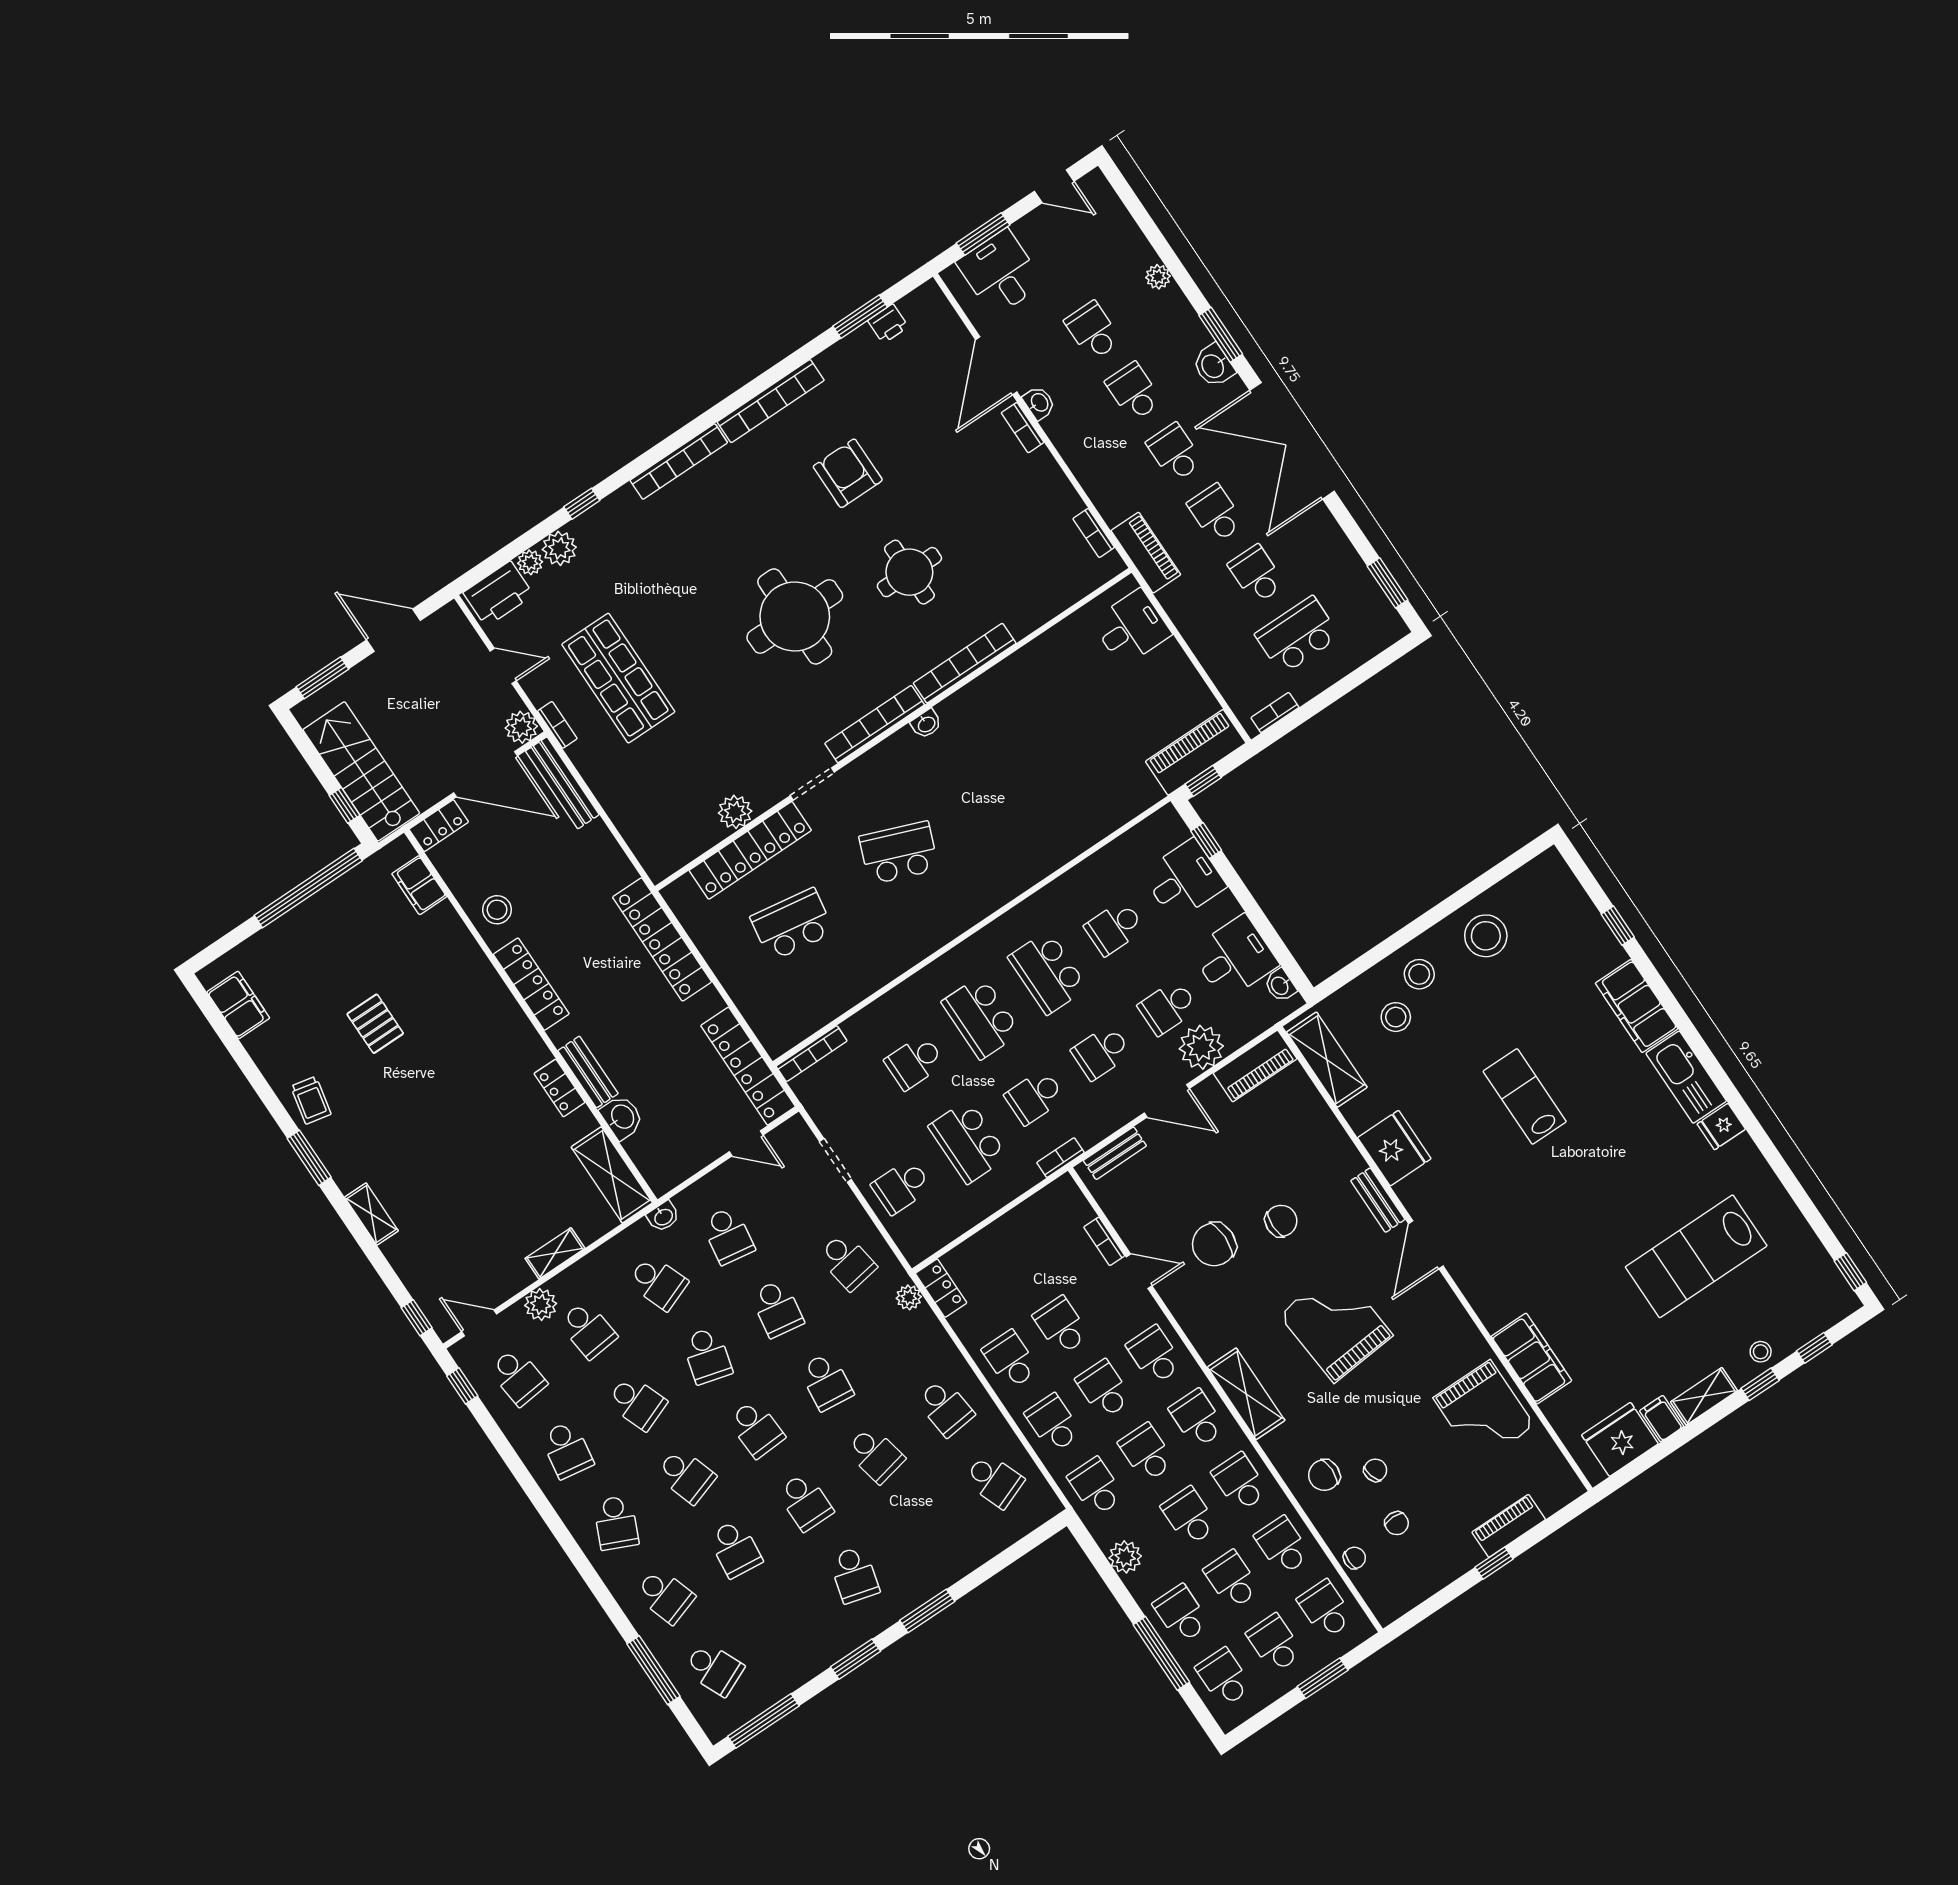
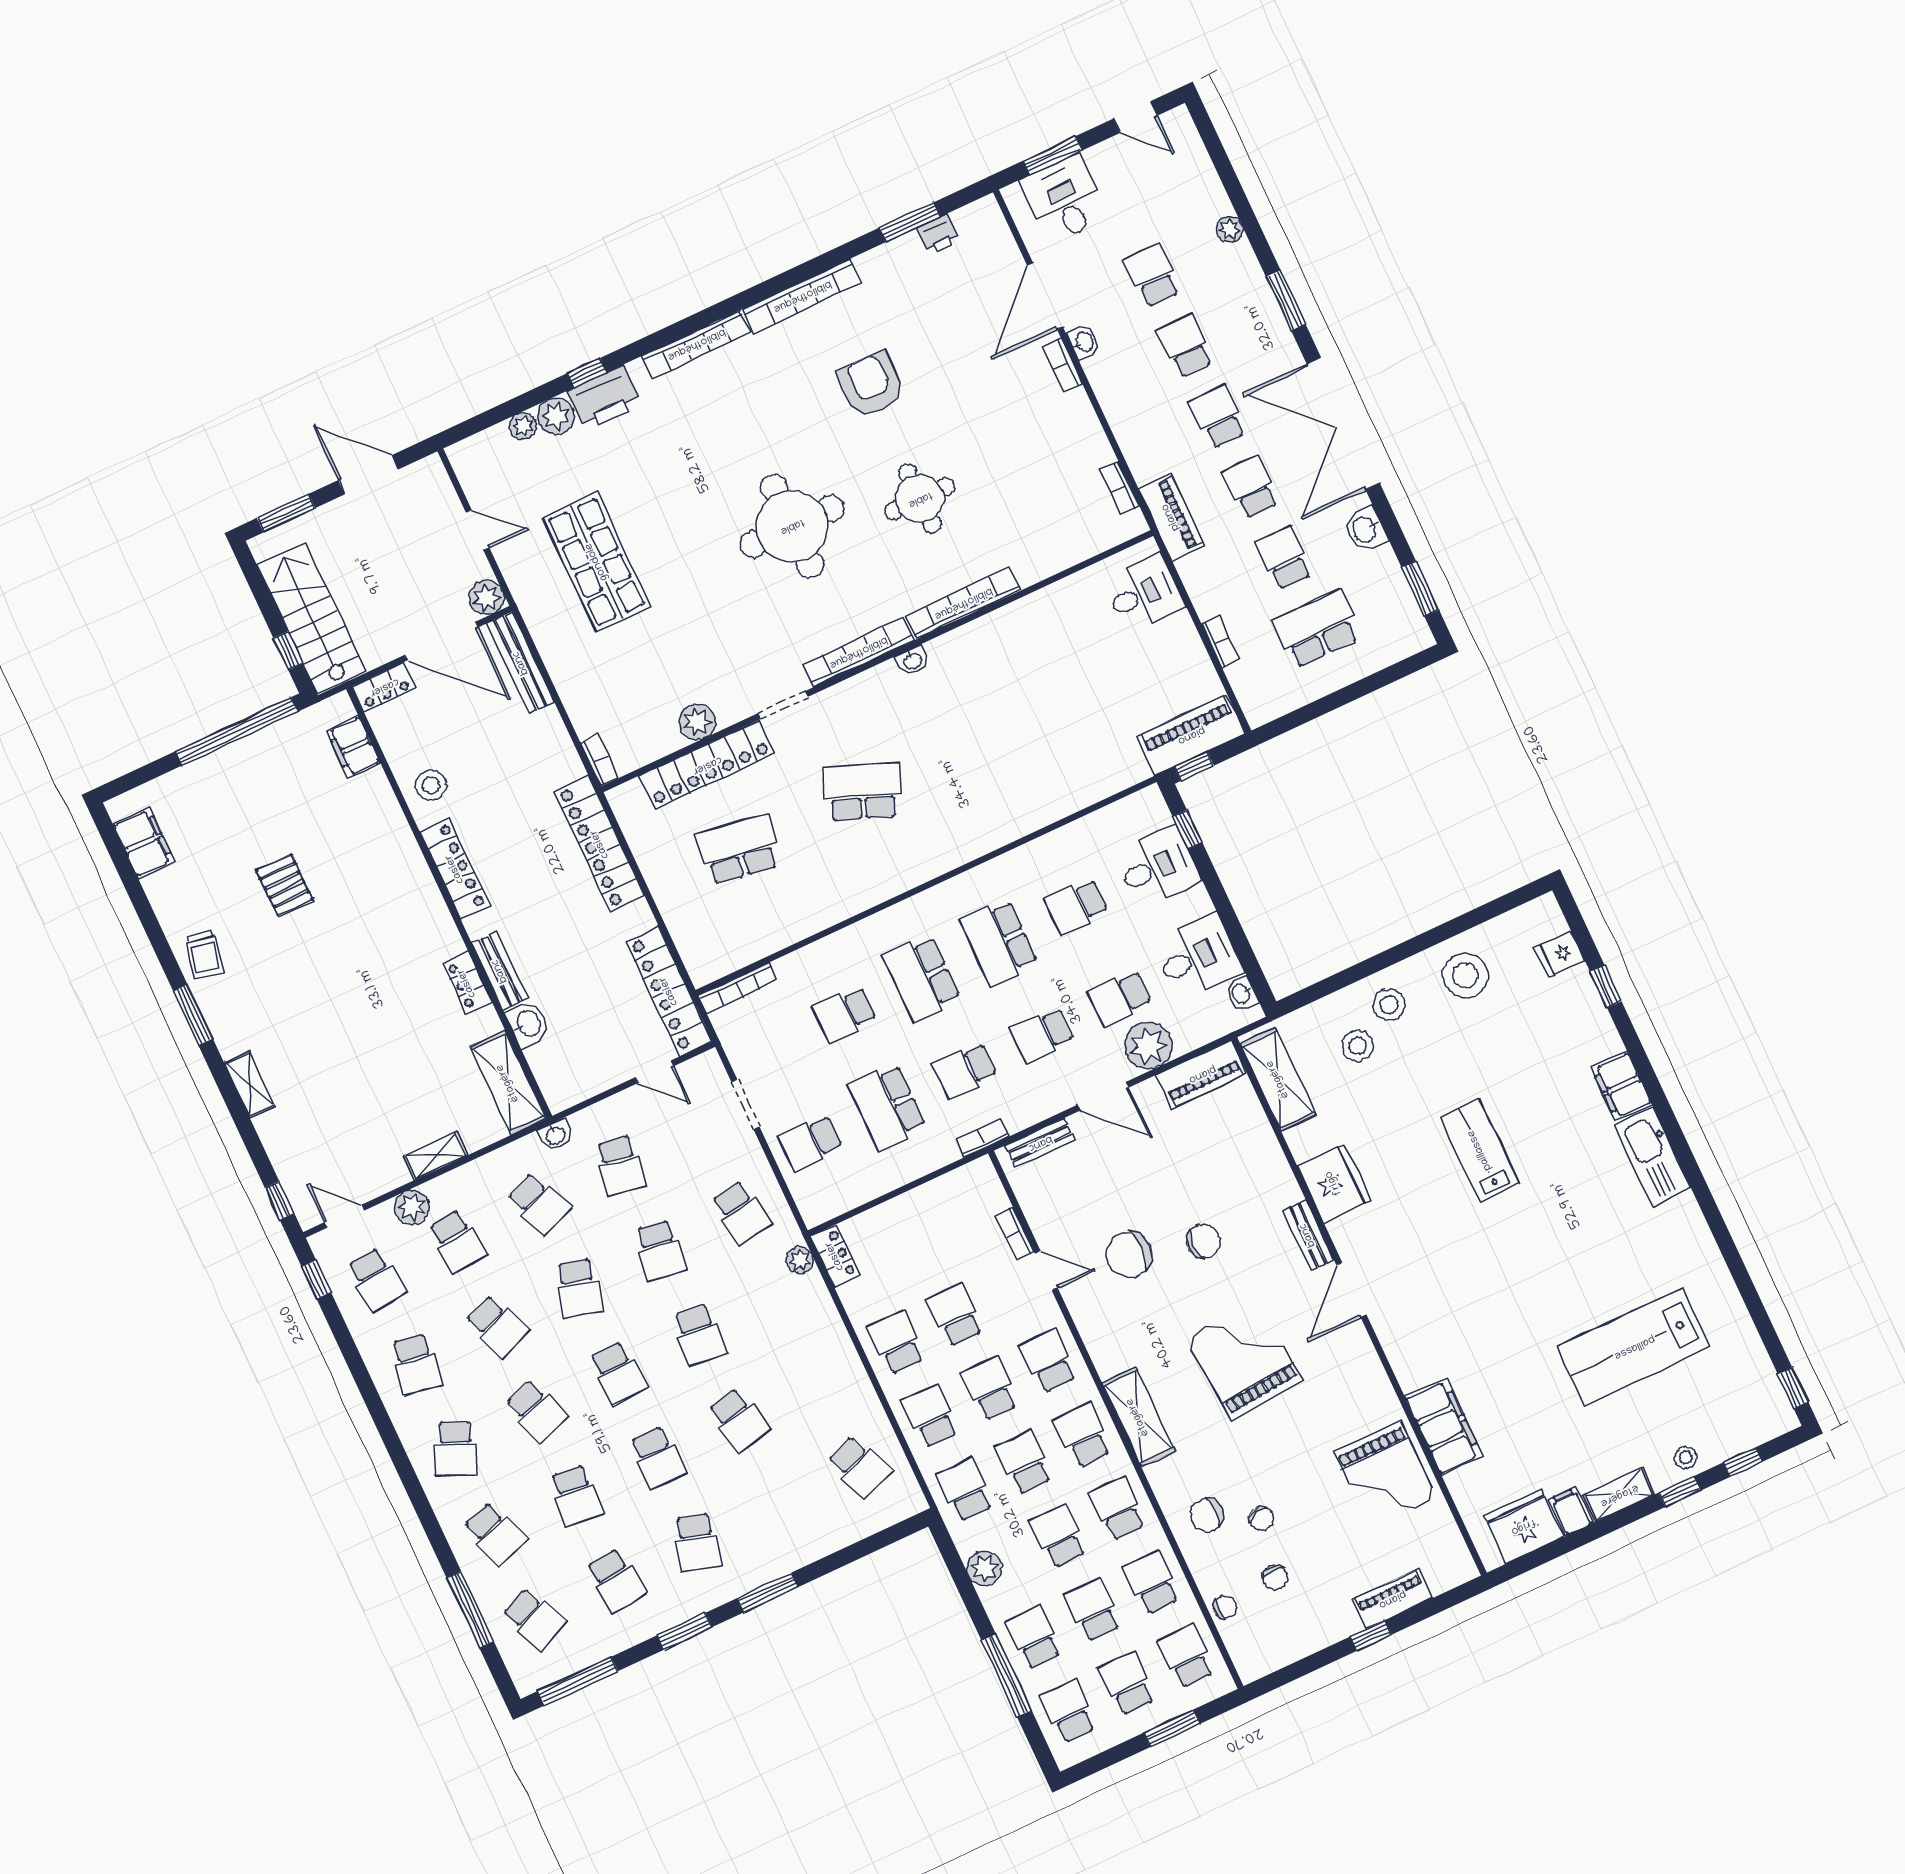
washbasin: (1213, 366) -> (1365, 529), moved
printer: (498, 594) -> (605, 398), moved
bookcase: (1275, 713) -> (1220, 642), moved, turned 90
bookcase: (557, 725) -> (599, 760), moved
filing cabinet: (1637, 1006) -> (1622, 1086), width x0.67, depth x0.86
fridge: (1721, 1127) -> (1560, 954), moved
school desk: (945, 1408) -> (616, 1580), moved
chair: (1375, 1470) -> (1261, 1518), turned 88

